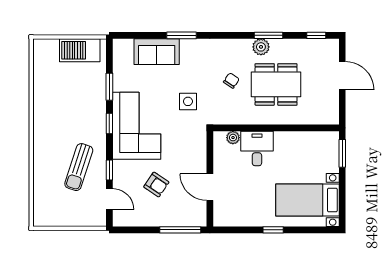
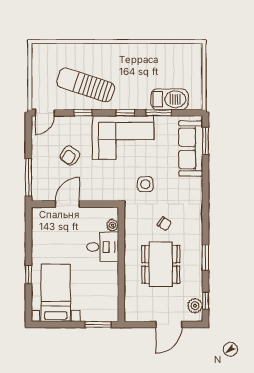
window: (181, 35) -> (205, 141), moved
plant: (261, 47) -> (195, 306), moved
barbecue: (80, 50) -> (170, 99), moved, turned 90
sofa: (157, 52) -> (191, 148), width x1.36
sun lounger: (79, 167) -> (86, 85), width x1.36, depth x1.34
door: (109, 199) -> (45, 113), moved
window: (273, 230) -> (28, 274), moved

